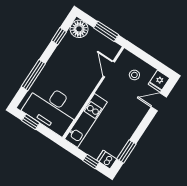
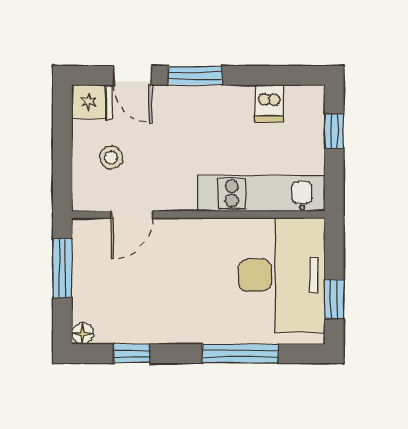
floor lamp: (79, 29) -> (82, 333), width x0.53, depth x0.53
window: (126, 151) -> (195, 75), moved
dishwasher: (107, 160) -> (269, 103), moved

